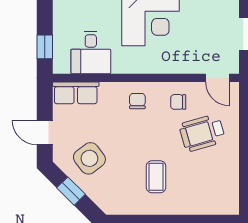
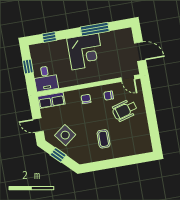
window: (45, 47) -> (28, 66), moved
desk: (91, 52) -> (46, 78), moved

